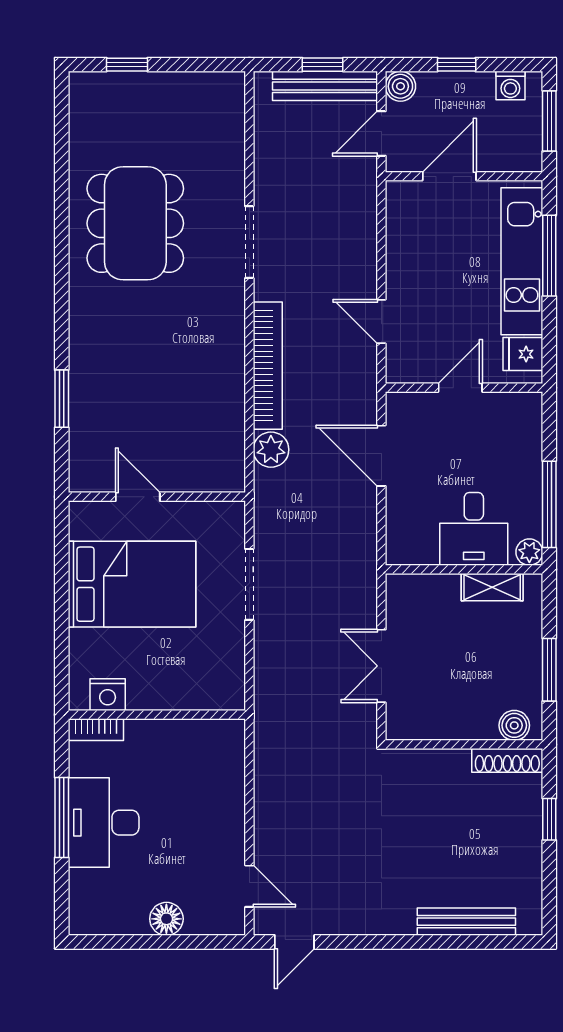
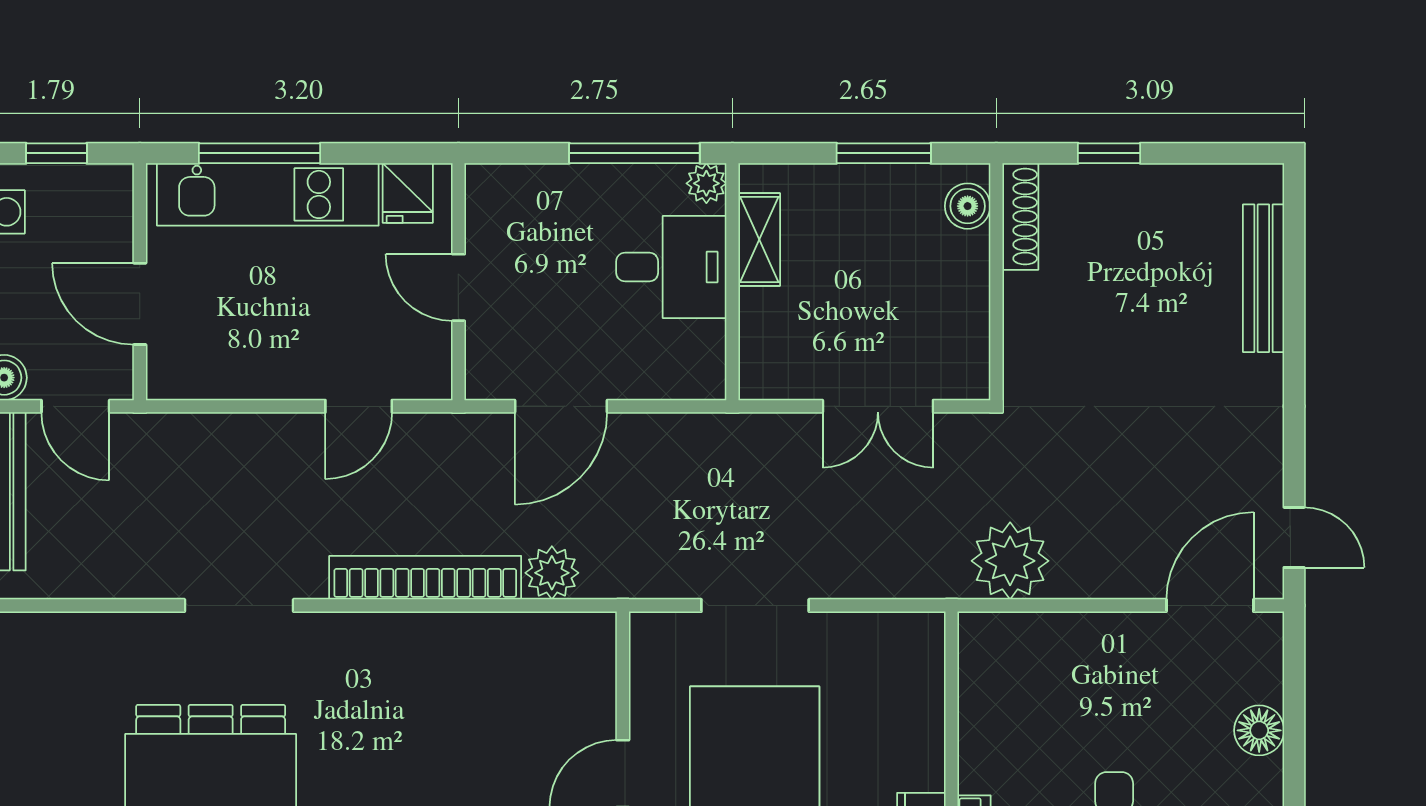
window: (549, 121) -> (56, 153), width x0.67
plant: (279, 754) -> (1010, 561), added
door: (249, 886) -> (1210, 605), width x1.38

